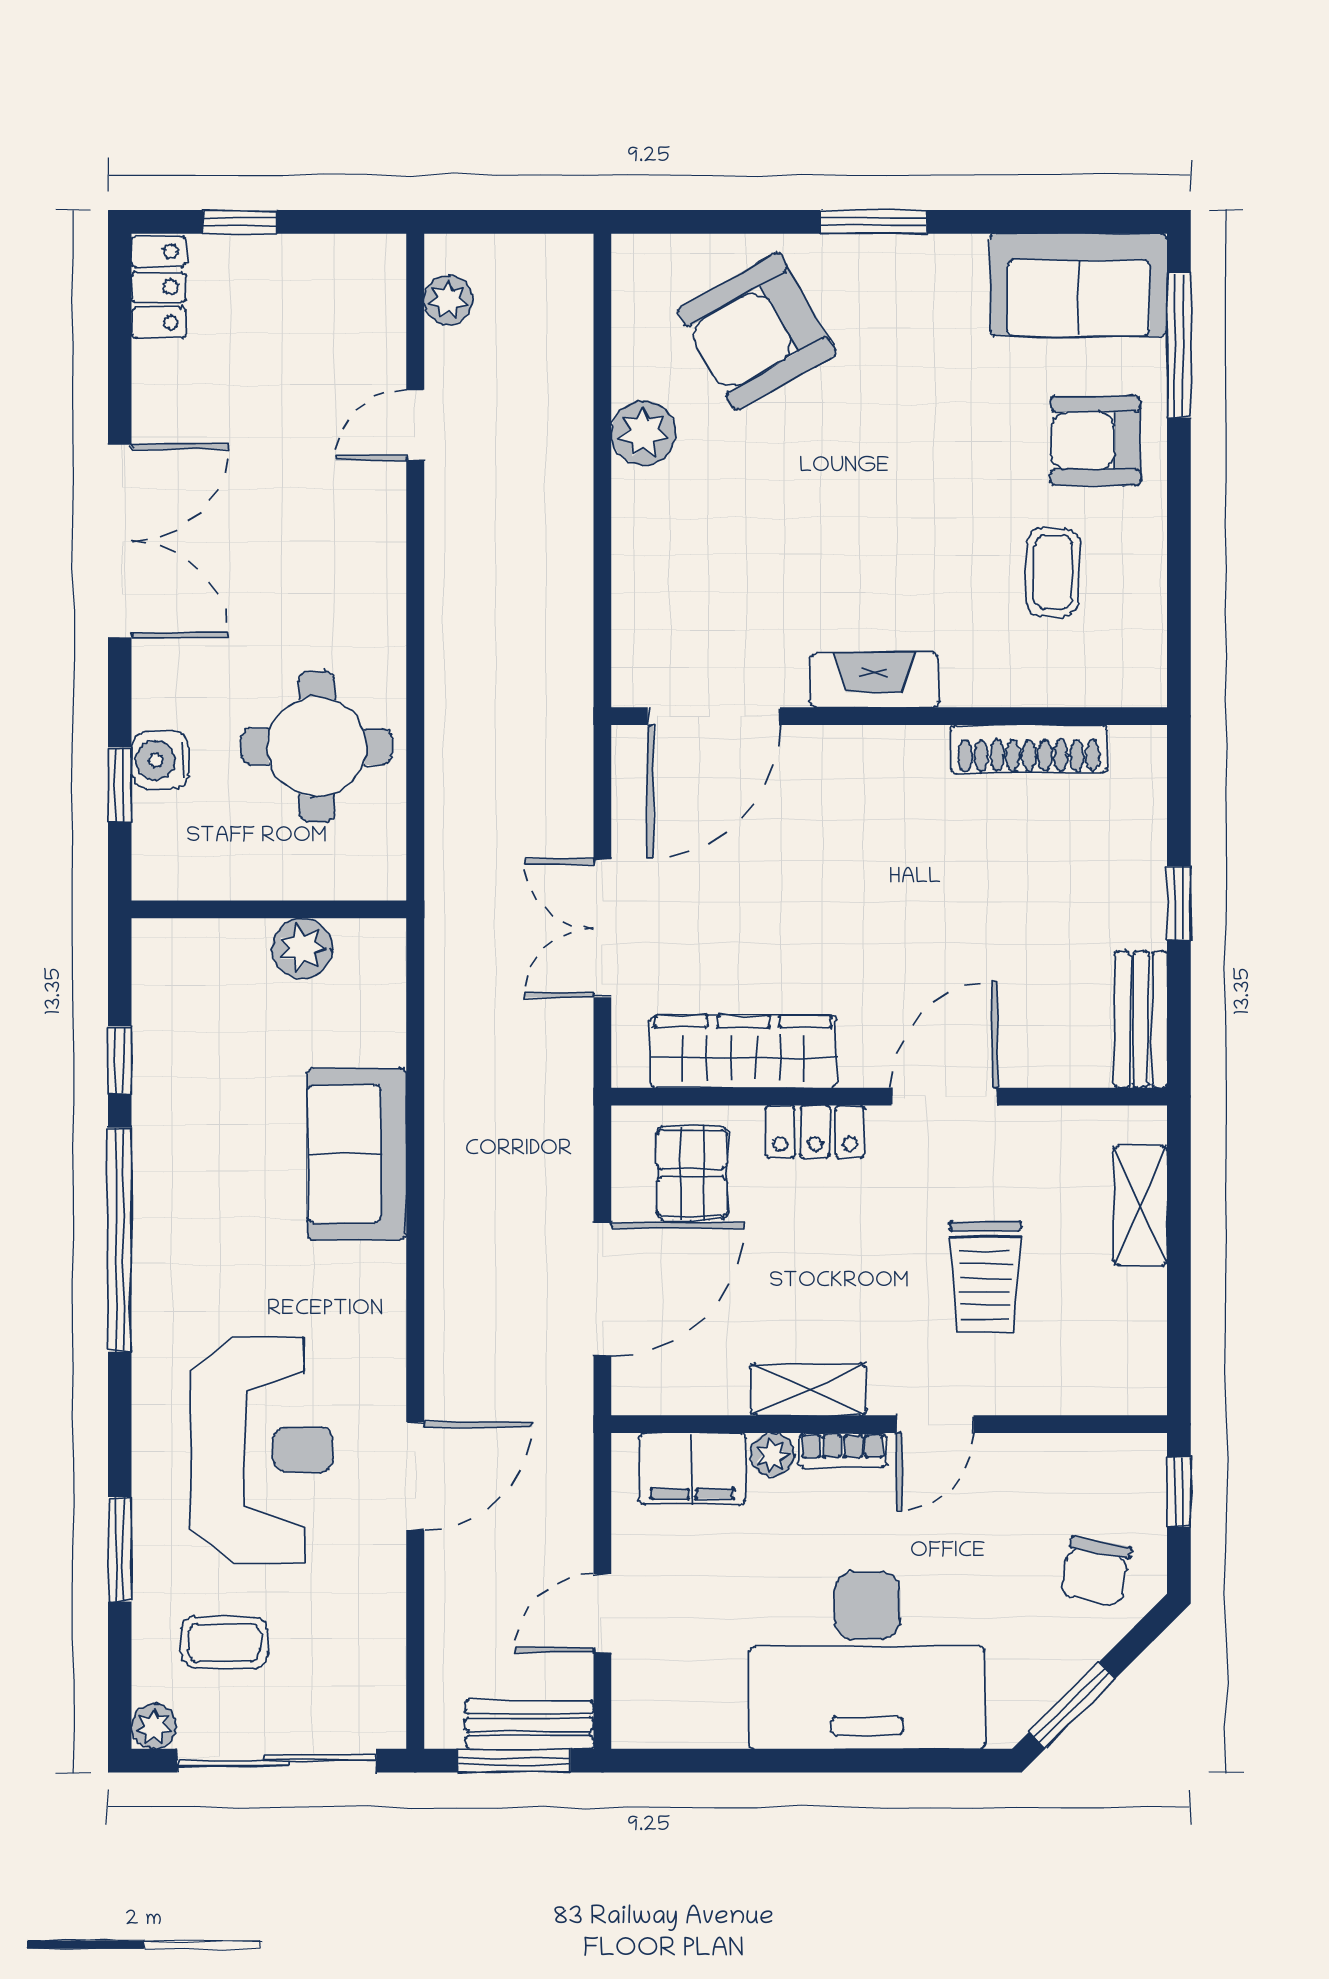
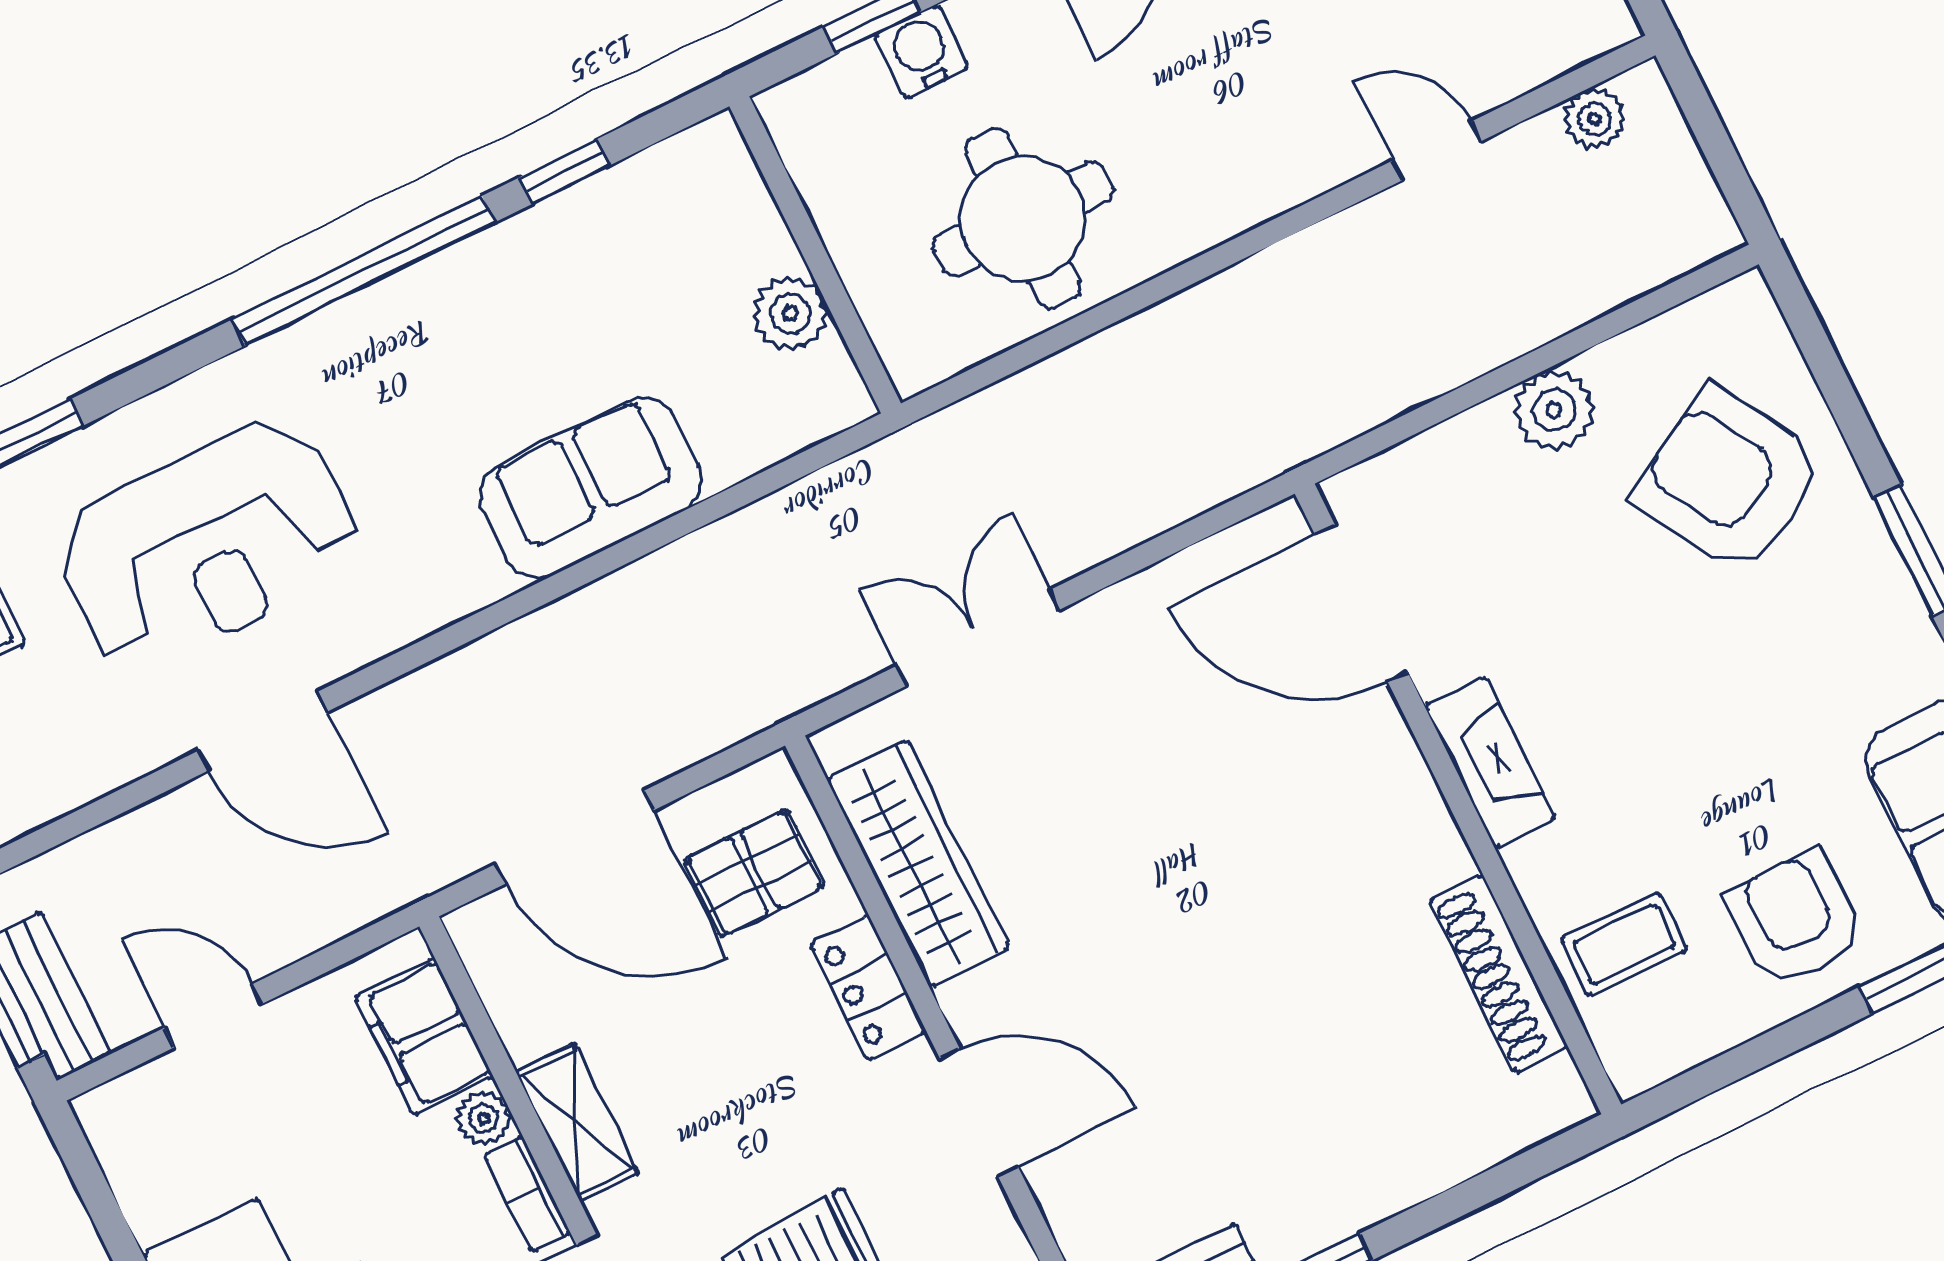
fireplace: (874, 680) -> (1490, 762), moved
door: (714, 716) -> (1361, 603), moved
wall: (889, 716) -> (1458, 799), moved
shoe rack: (1029, 749) -> (1499, 973), moved

